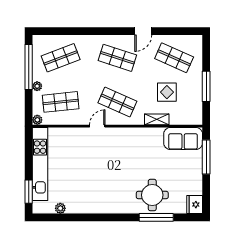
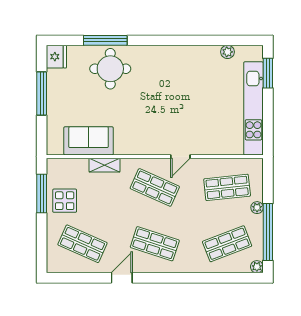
window: (206, 86) -> (42, 193), moved
display table: (167, 92) -> (65, 201), moved
plant: (37, 120) -> (257, 267), moved
sofa: (183, 139) -> (89, 141), moved
window: (206, 157) -> (42, 94), moved

